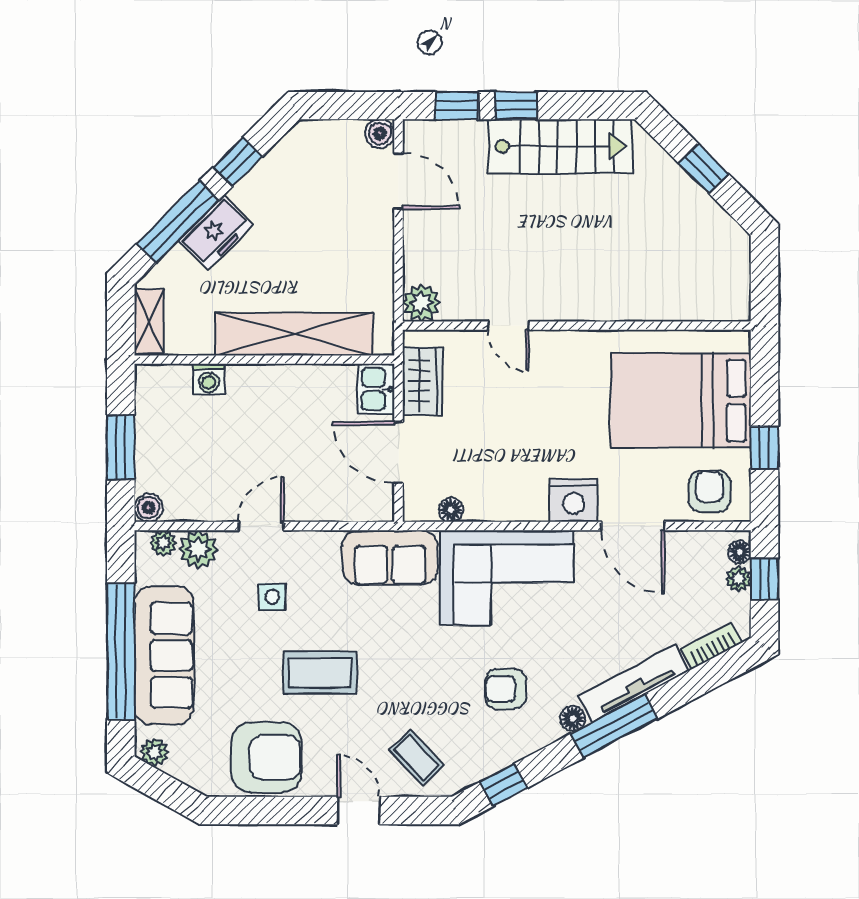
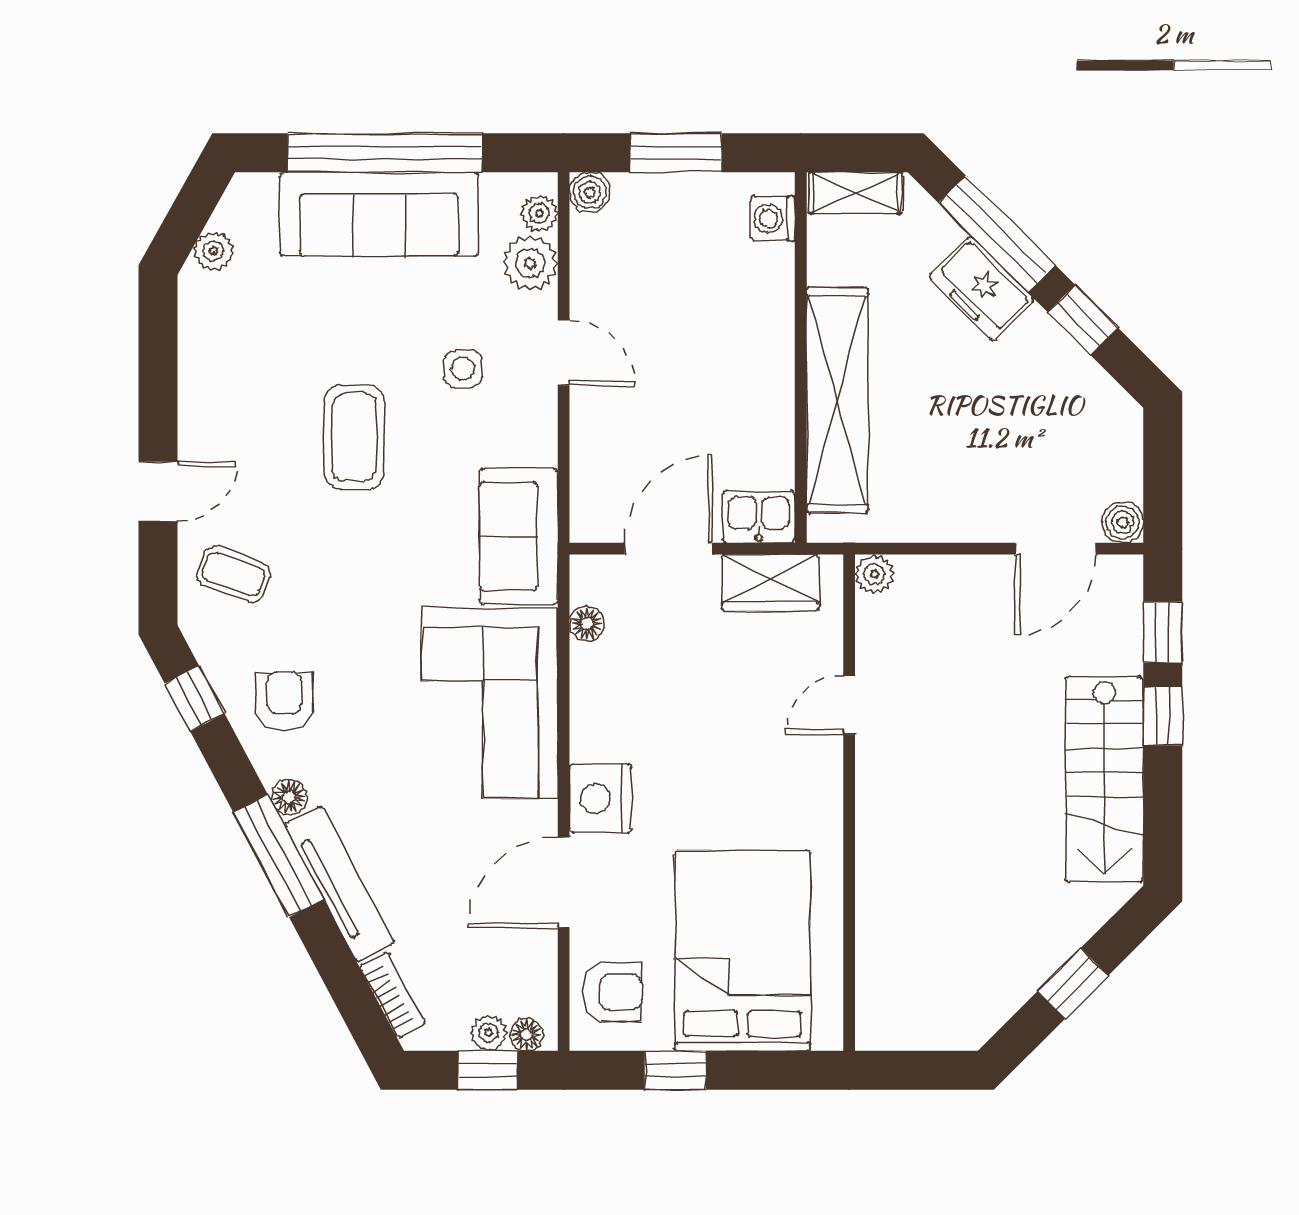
plant: (421, 303) -> (874, 574), width x0.73, depth x0.73
washing machine: (209, 379) -> (773, 218), moved
armchair: (506, 689) -> (284, 701), moved
plant: (155, 752) -> (213, 251), moved
armchair: (266, 757) -> (234, 360), removed
coffee table: (416, 758) -> (234, 574), turned 63

